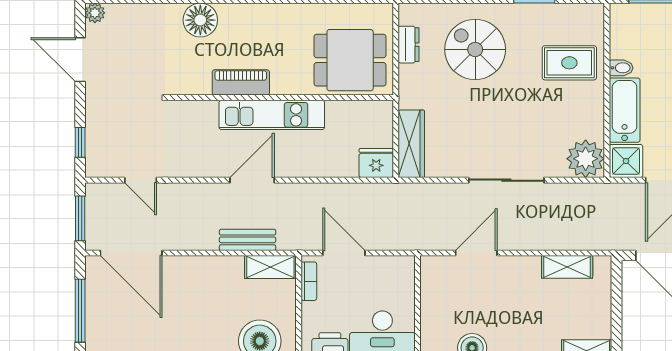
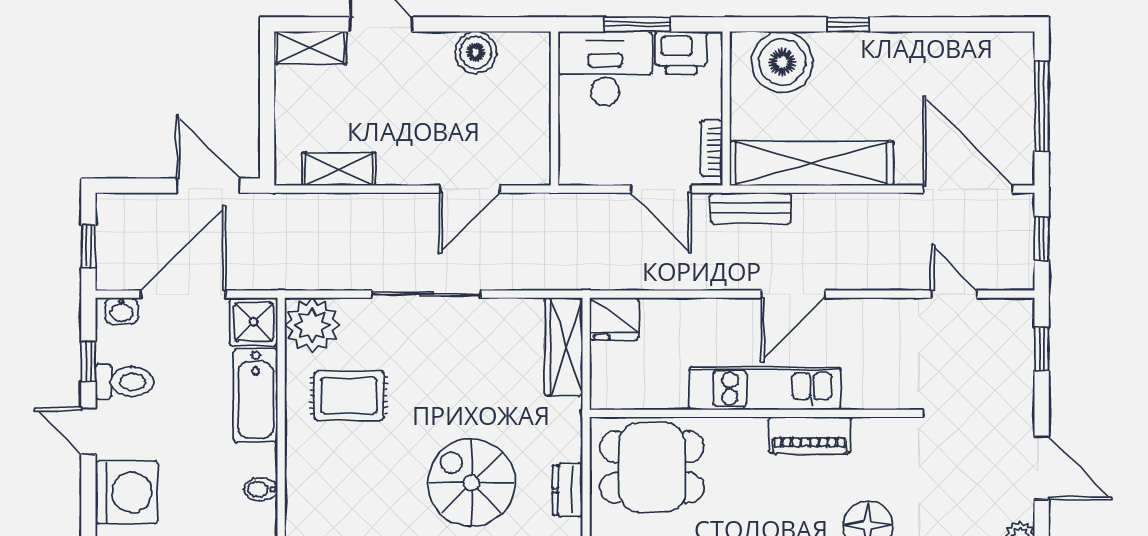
spiral stairs: (475, 49) -> (471, 483), turned 180
rug: (569, 63) -> (349, 396), moved
bidet: (621, 68) -> (261, 489), moved
window: (80, 218) -> (1042, 239), width x0.67
bench: (248, 240) -> (751, 208), moved
shelving: (270, 267) -> (812, 163), width x2.20, depth x1.33

